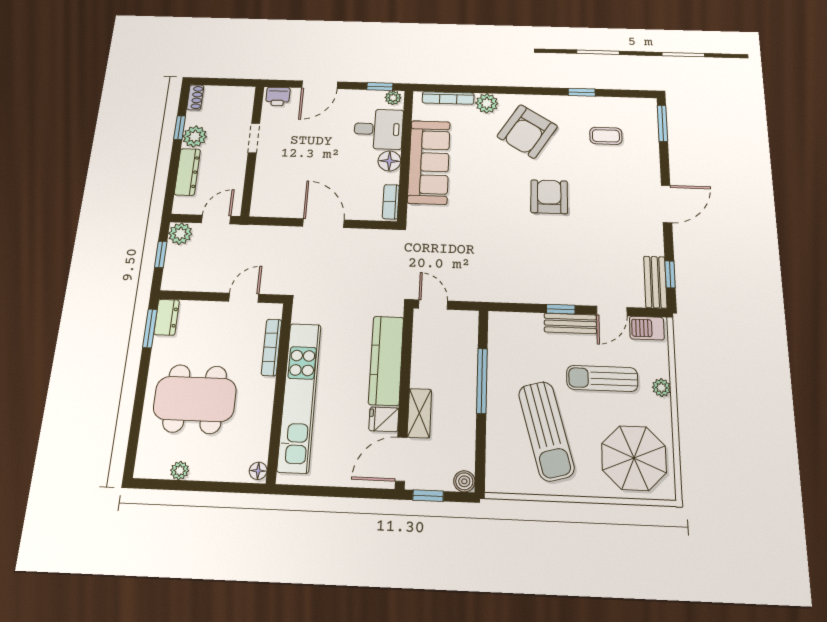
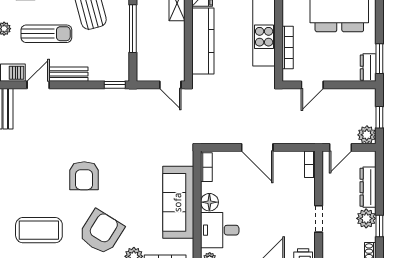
coffee table: (606, 136) -> (39, 230), width x1.86, depth x1.72
bookcase: (258, 201) -> (310, 164), added
window: (561, 309) -> (115, 85), moved

